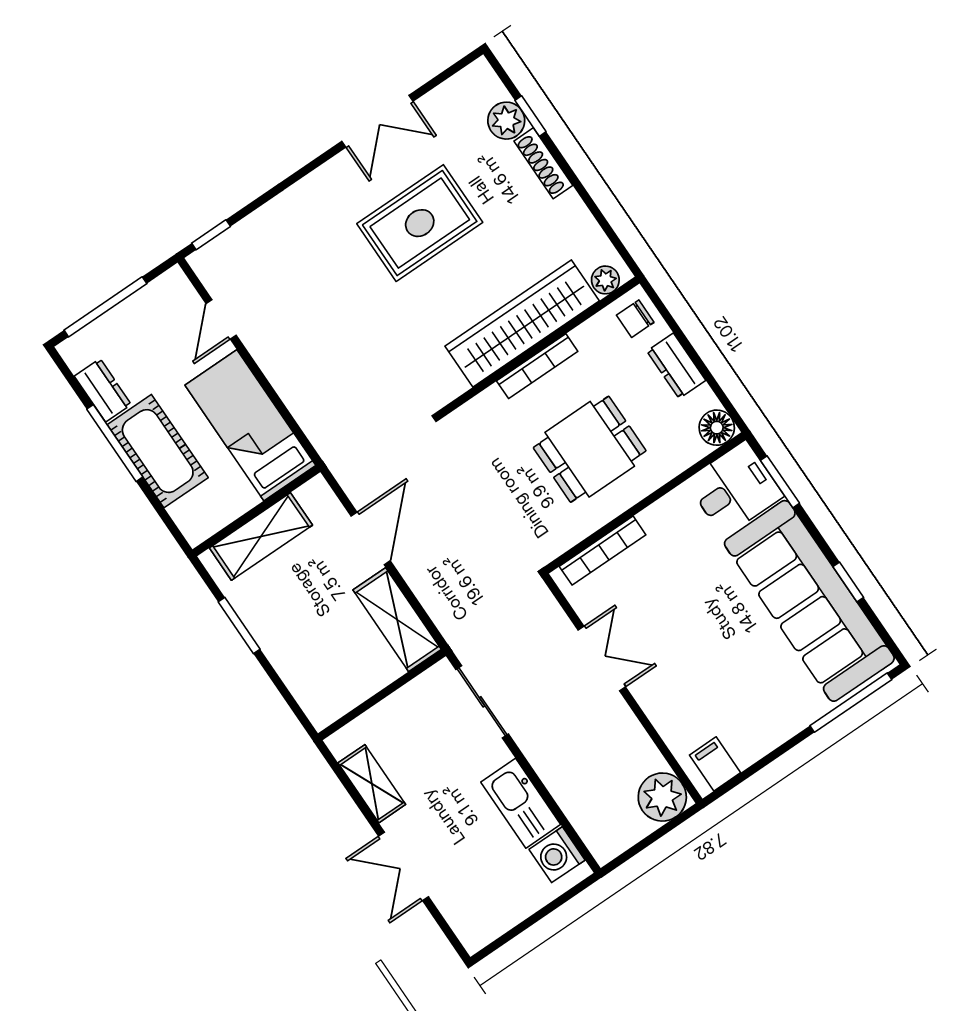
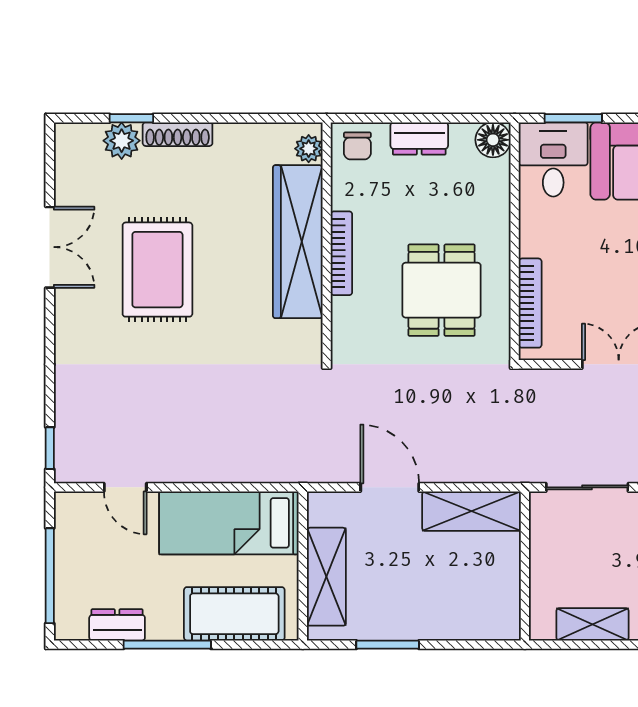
dining table: (590, 449) -> (442, 290), moved
cot: (158, 451) -> (234, 614), moved

